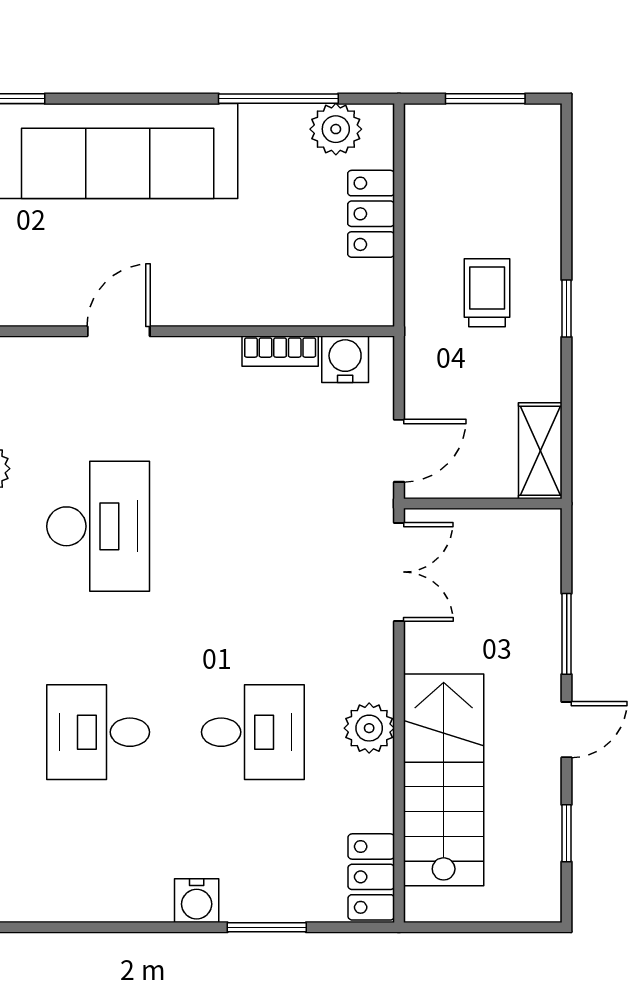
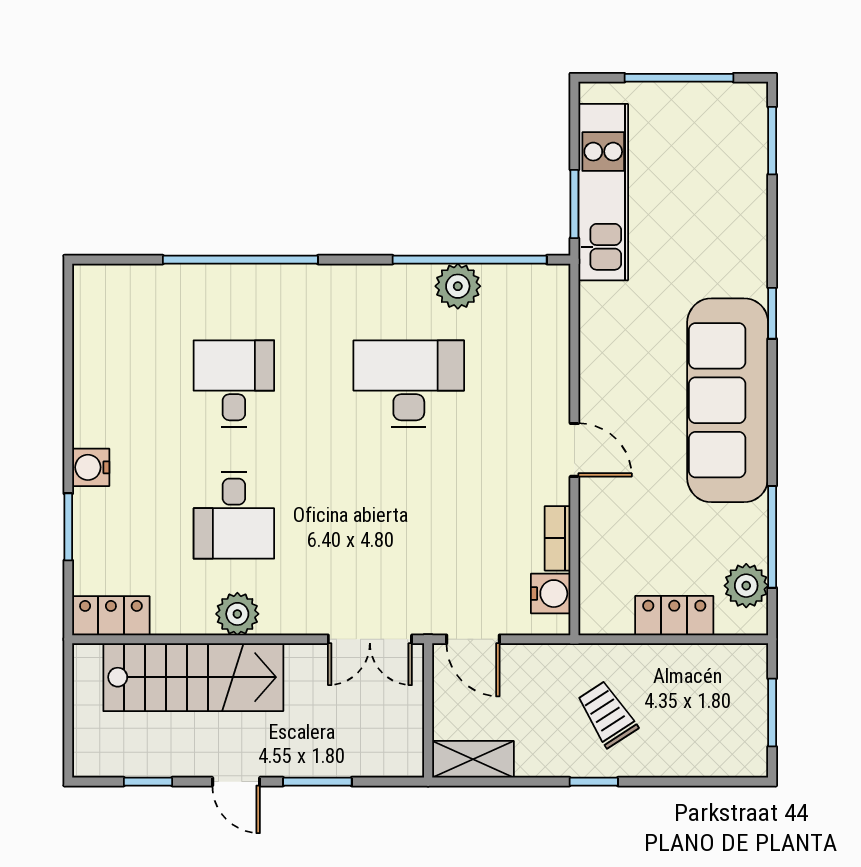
trolley: (487, 293) -> (607, 714), turned -123
door: (119, 331) -> (574, 450), moved
desk: (98, 526) -> (409, 384), turned 180

